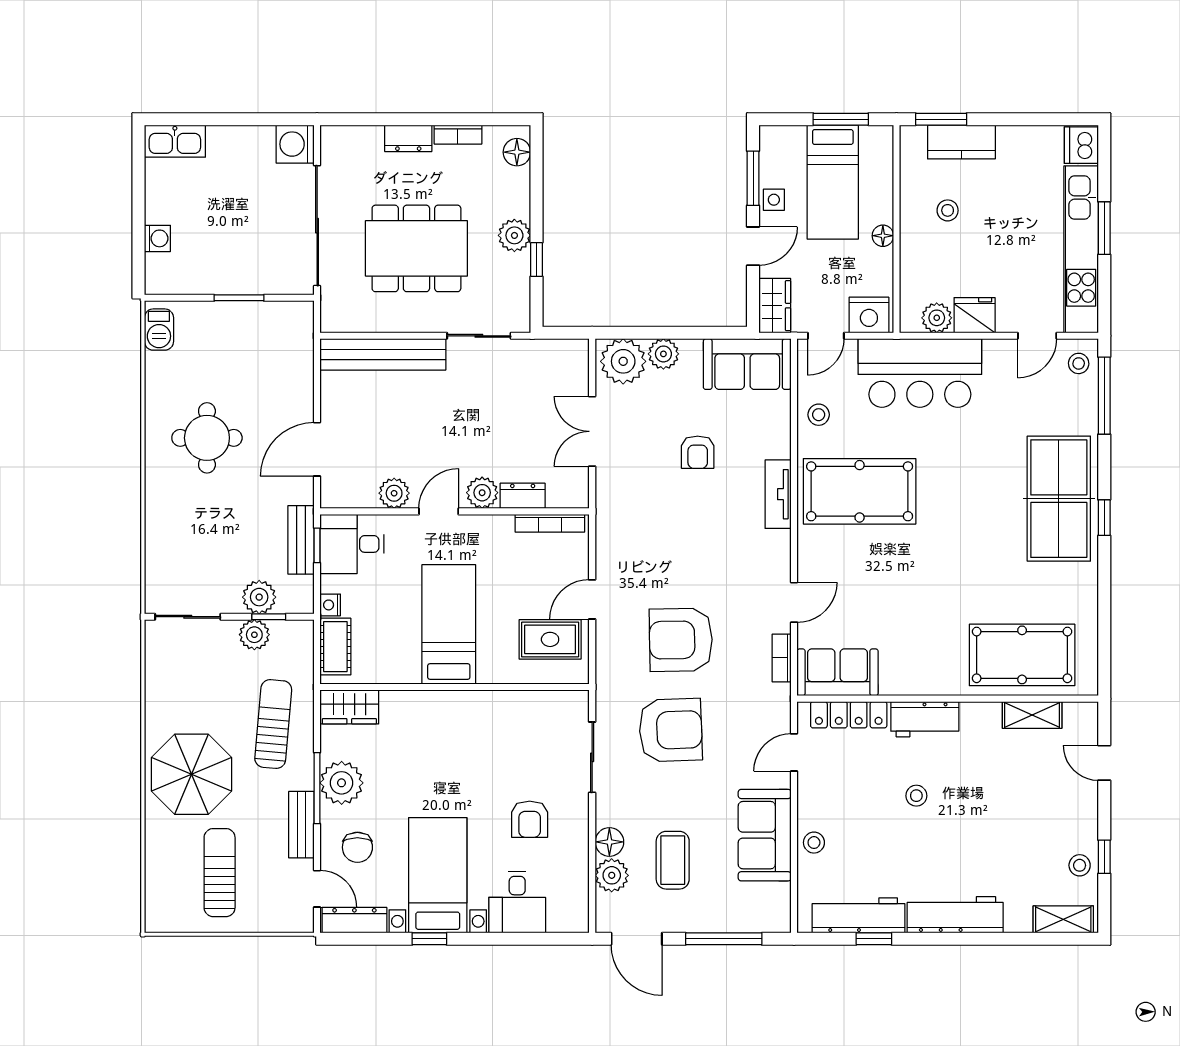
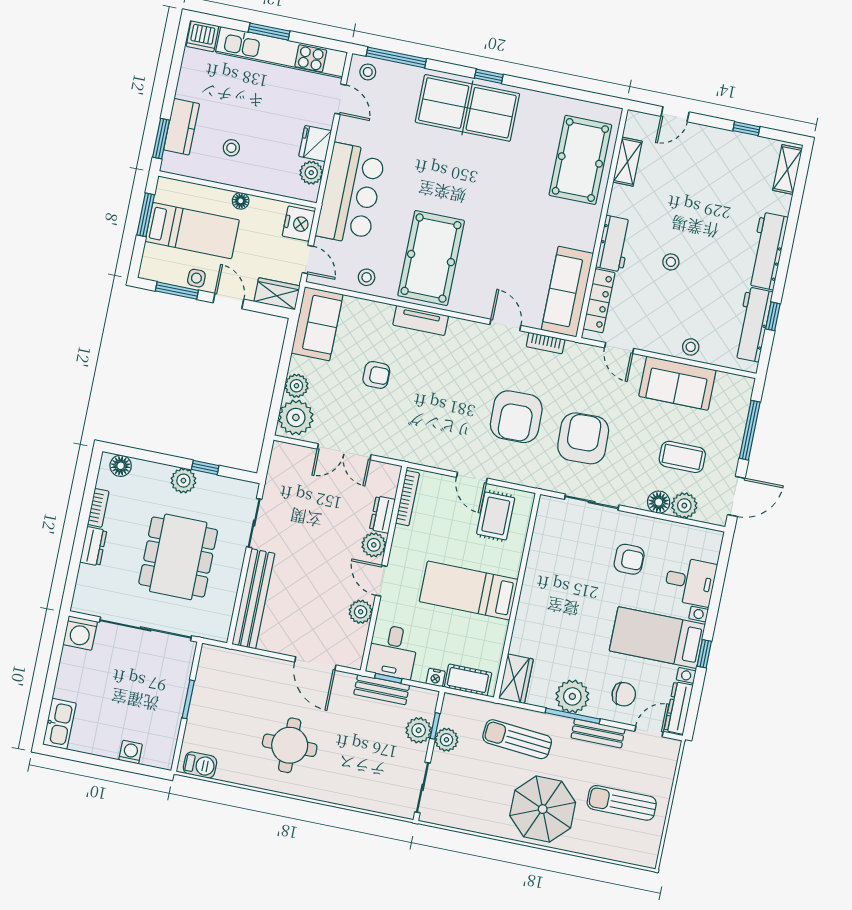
sofa: (838, 672) -> (567, 292), width x1.36
stool: (1080, 865) -> (749, 149), removed

